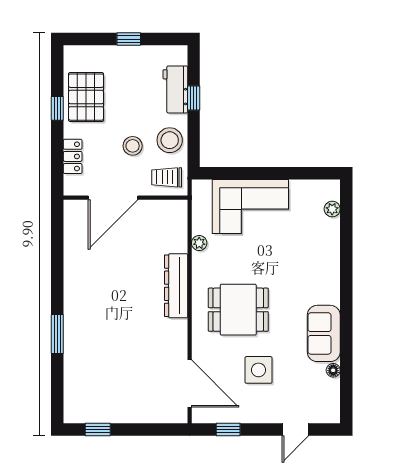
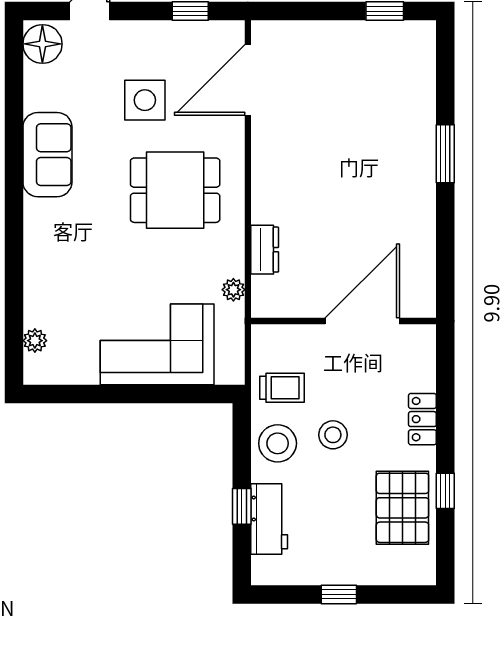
door: (113, 198) -> (362, 321), moved
wall: (125, 198) -> (344, 321), moved
dresser: (176, 286) -> (265, 250), width x0.51, depth x0.80
floor lamp: (333, 370) -> (42, 44), moved, width x1.89, depth x1.89
door: (190, 384) -> (248, 80), hinge flipped

